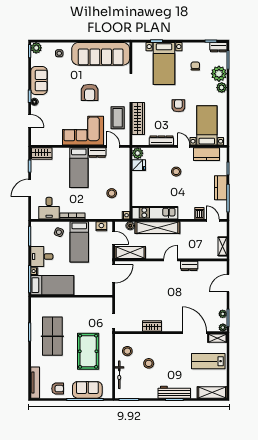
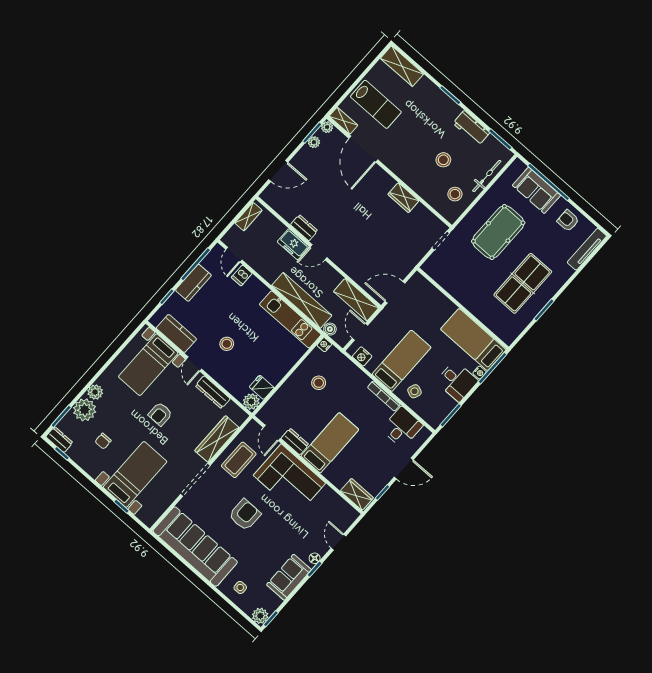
freezer: (187, 252) -> (293, 244), added
workbench: (174, 392) -> (471, 128), moved, width x0.73

